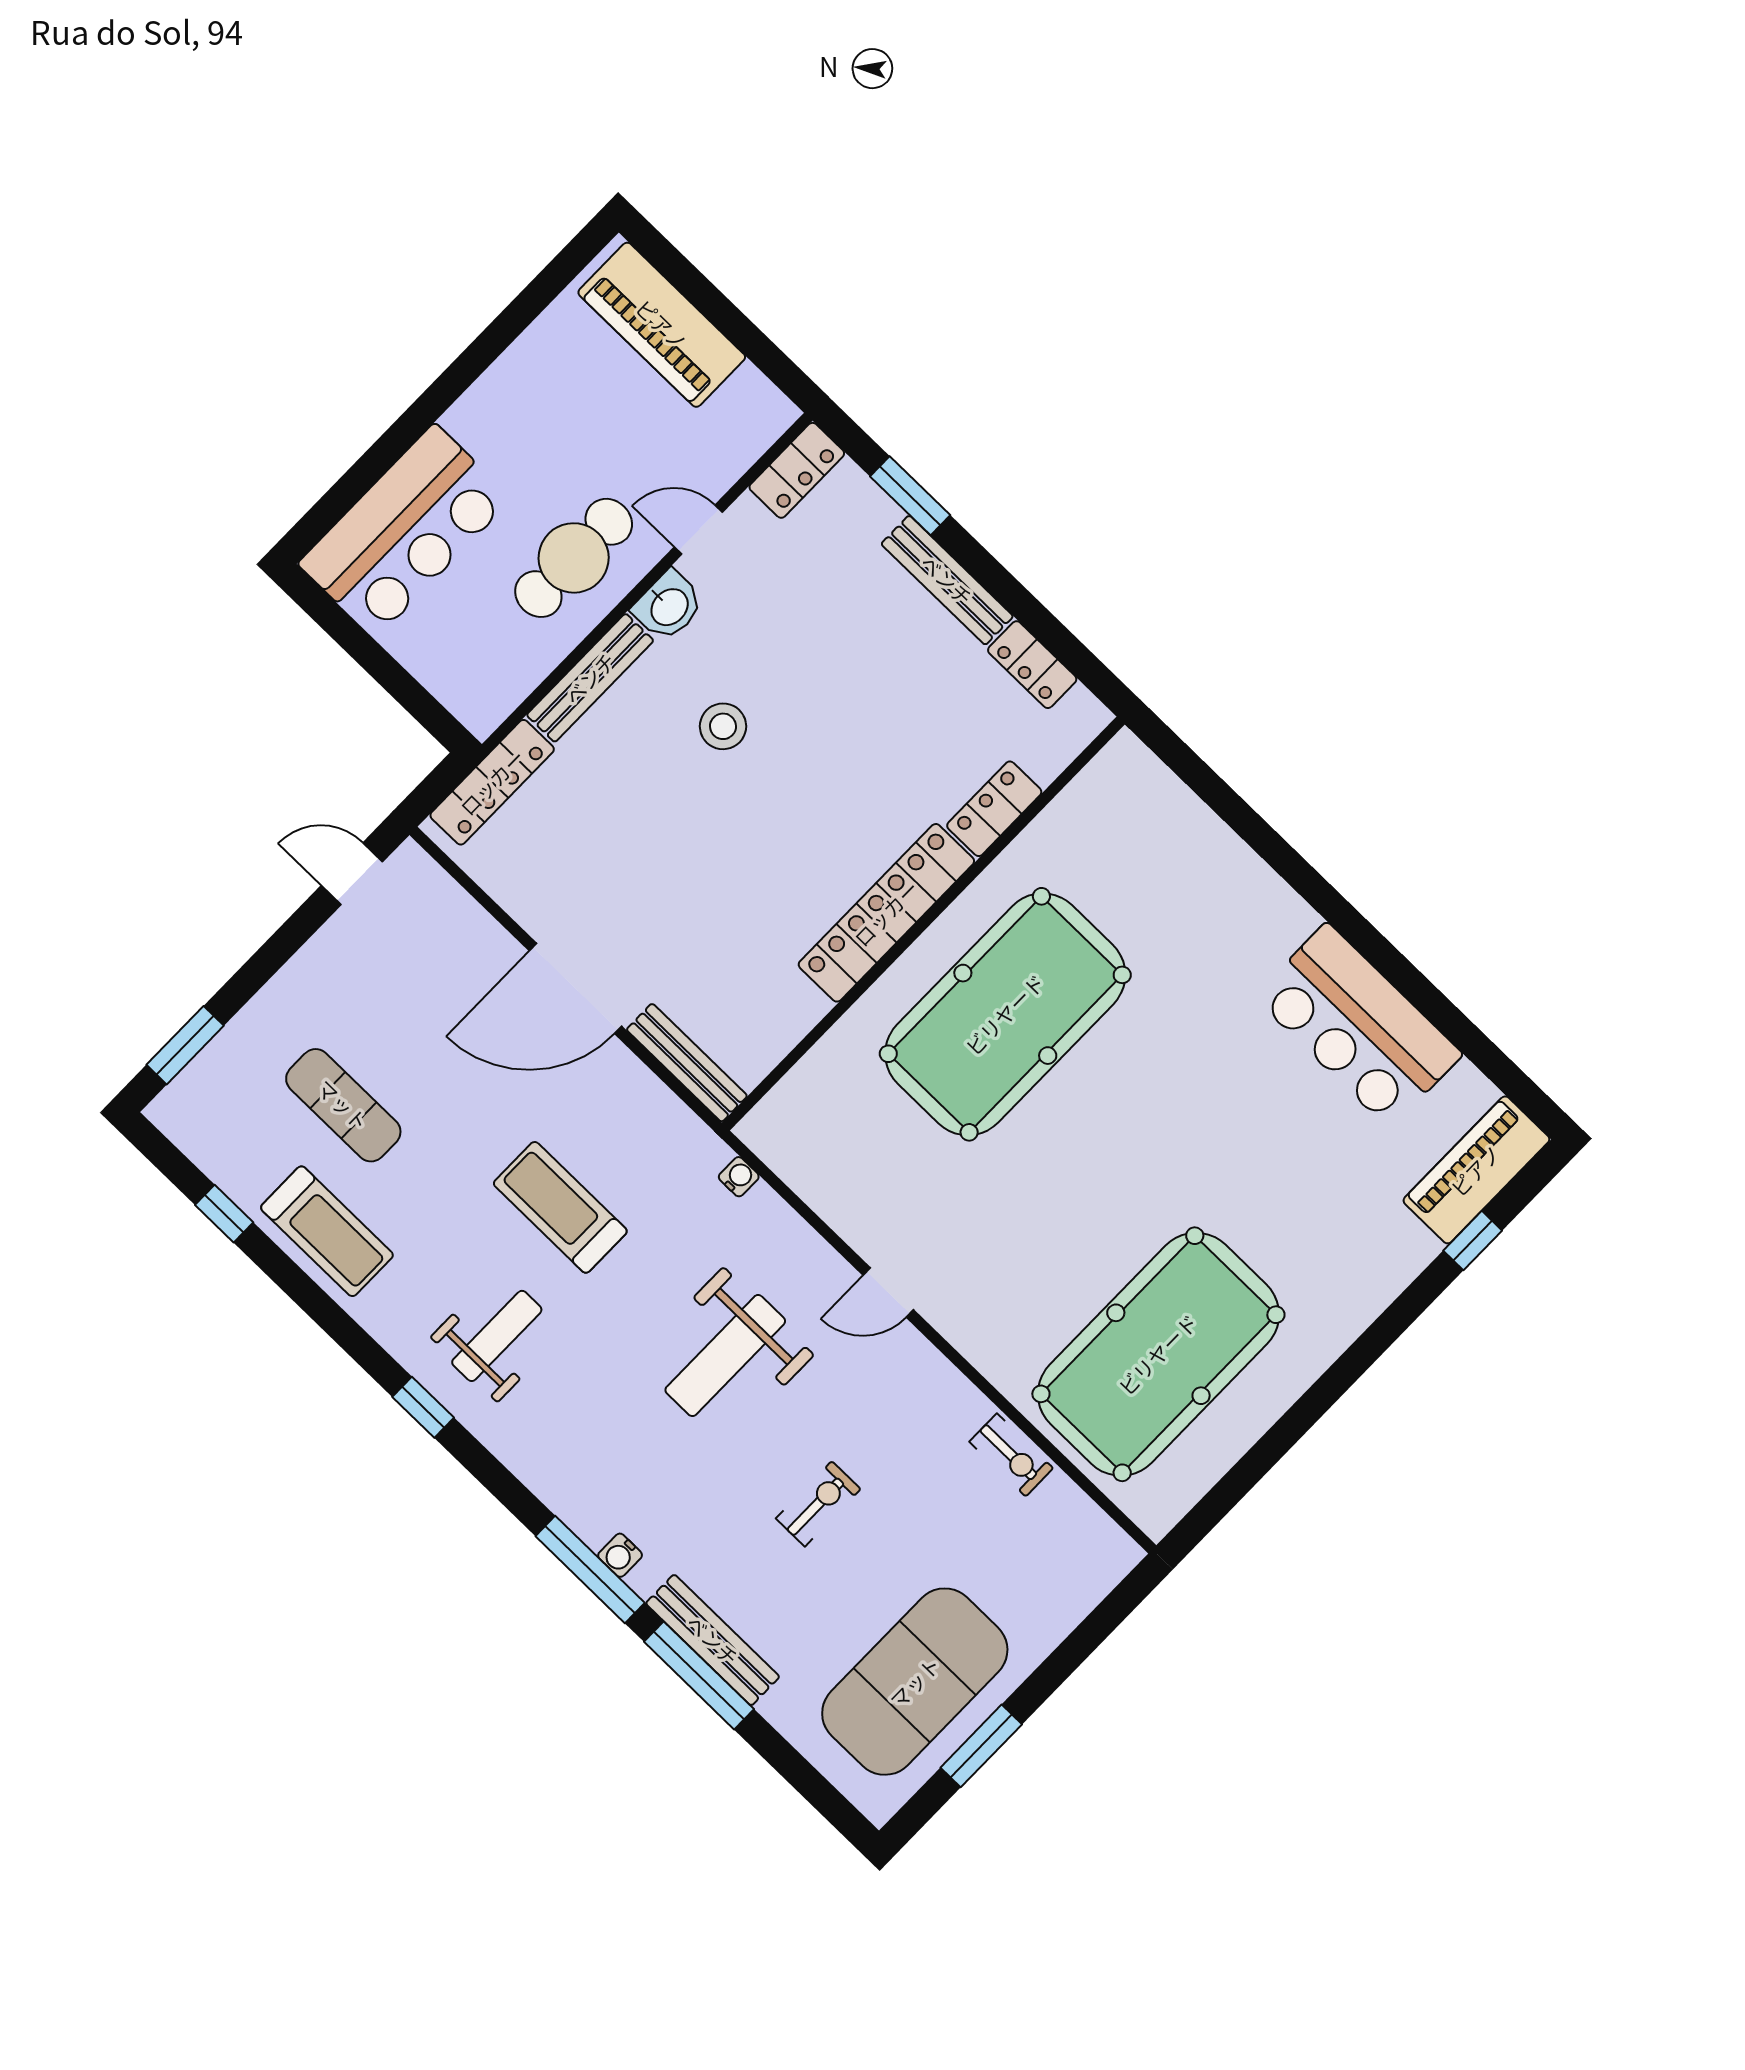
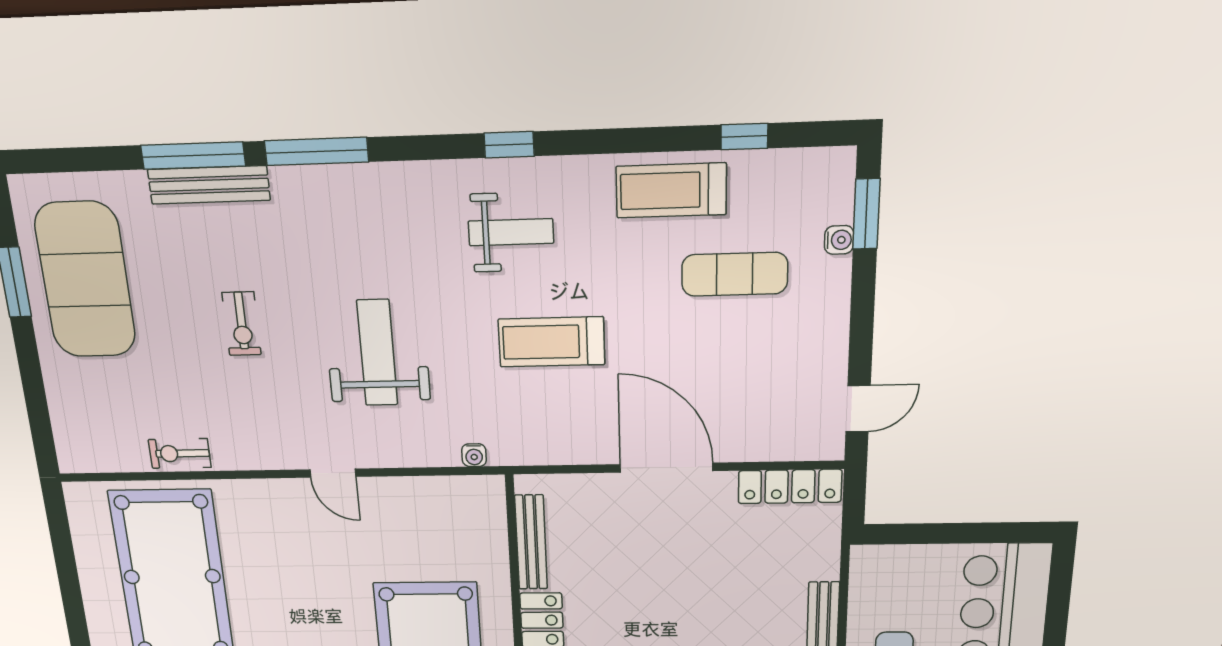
locker: (492, 782) -> (790, 486), moved, turned -90
door: (576, 988) -> (666, 468), hinge flipped
bench: (687, 1063) -> (531, 542), moved, turned 90
treadmill: (560, 1207) -> (552, 342), turned 180
door: (888, 1293) -> (333, 473), swing flipped
weight bench: (497, 1336) -> (511, 232), turned -90
water cooler: (620, 1555) -> (839, 240), moved, turned 90

